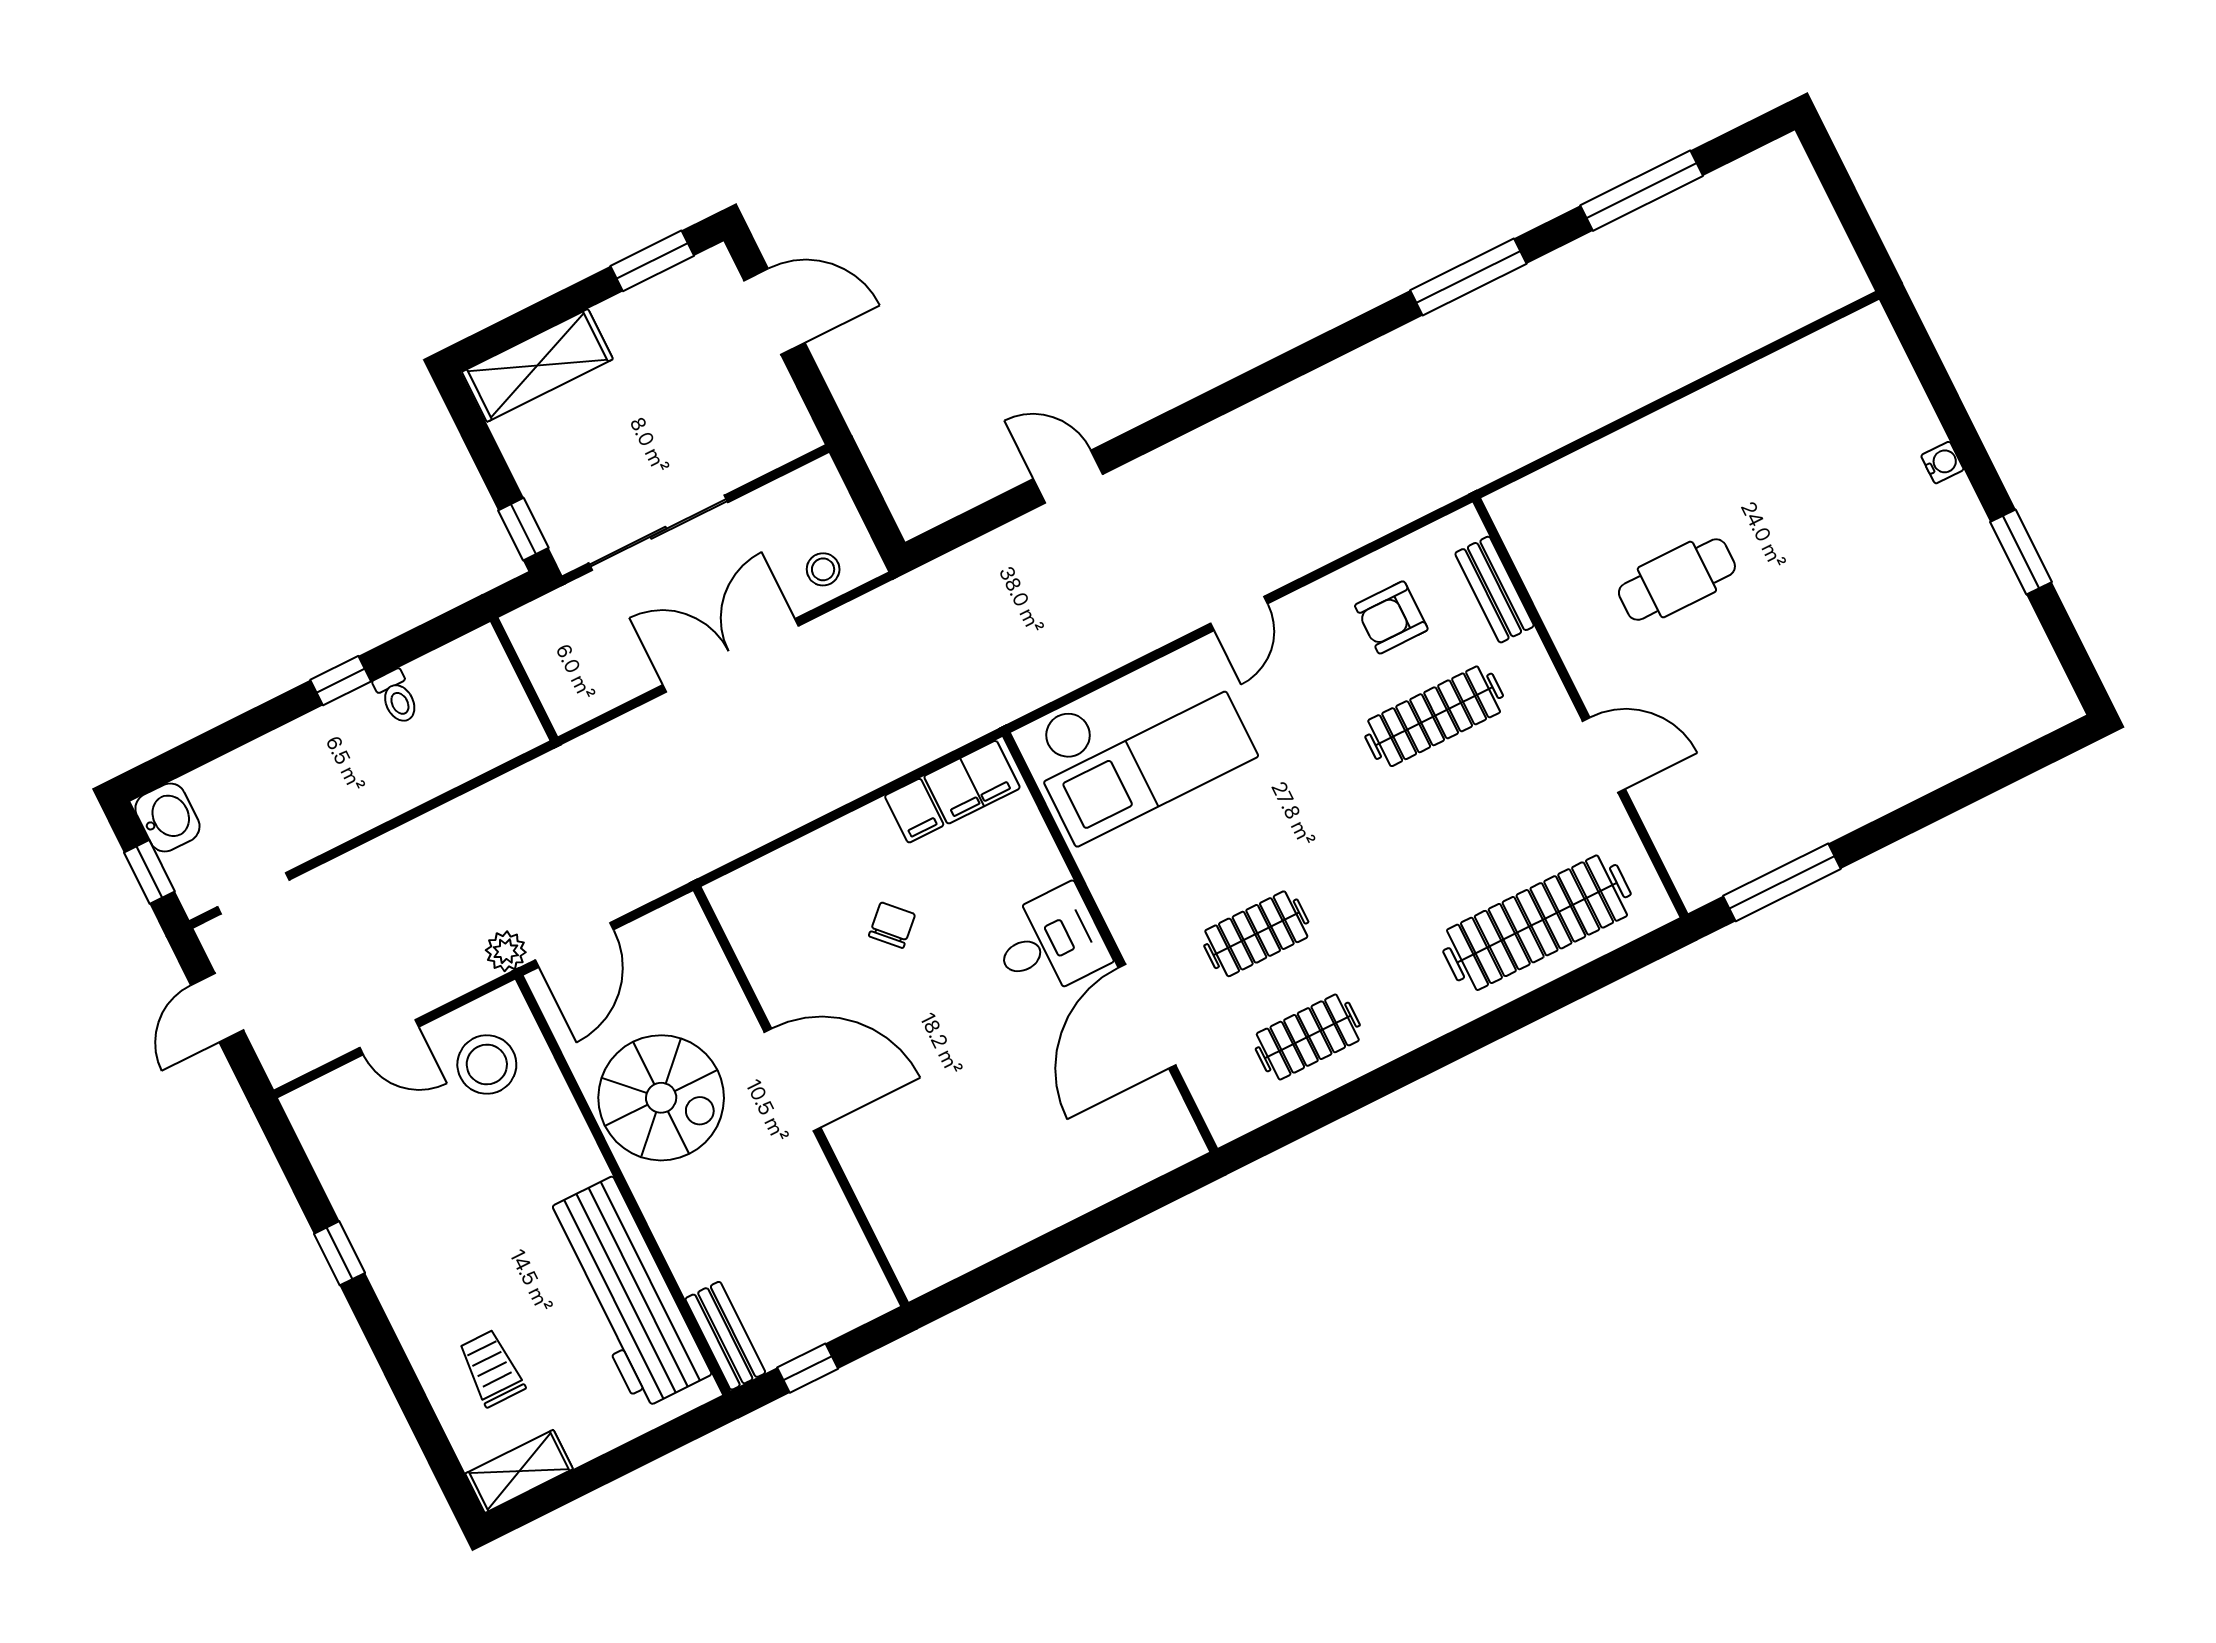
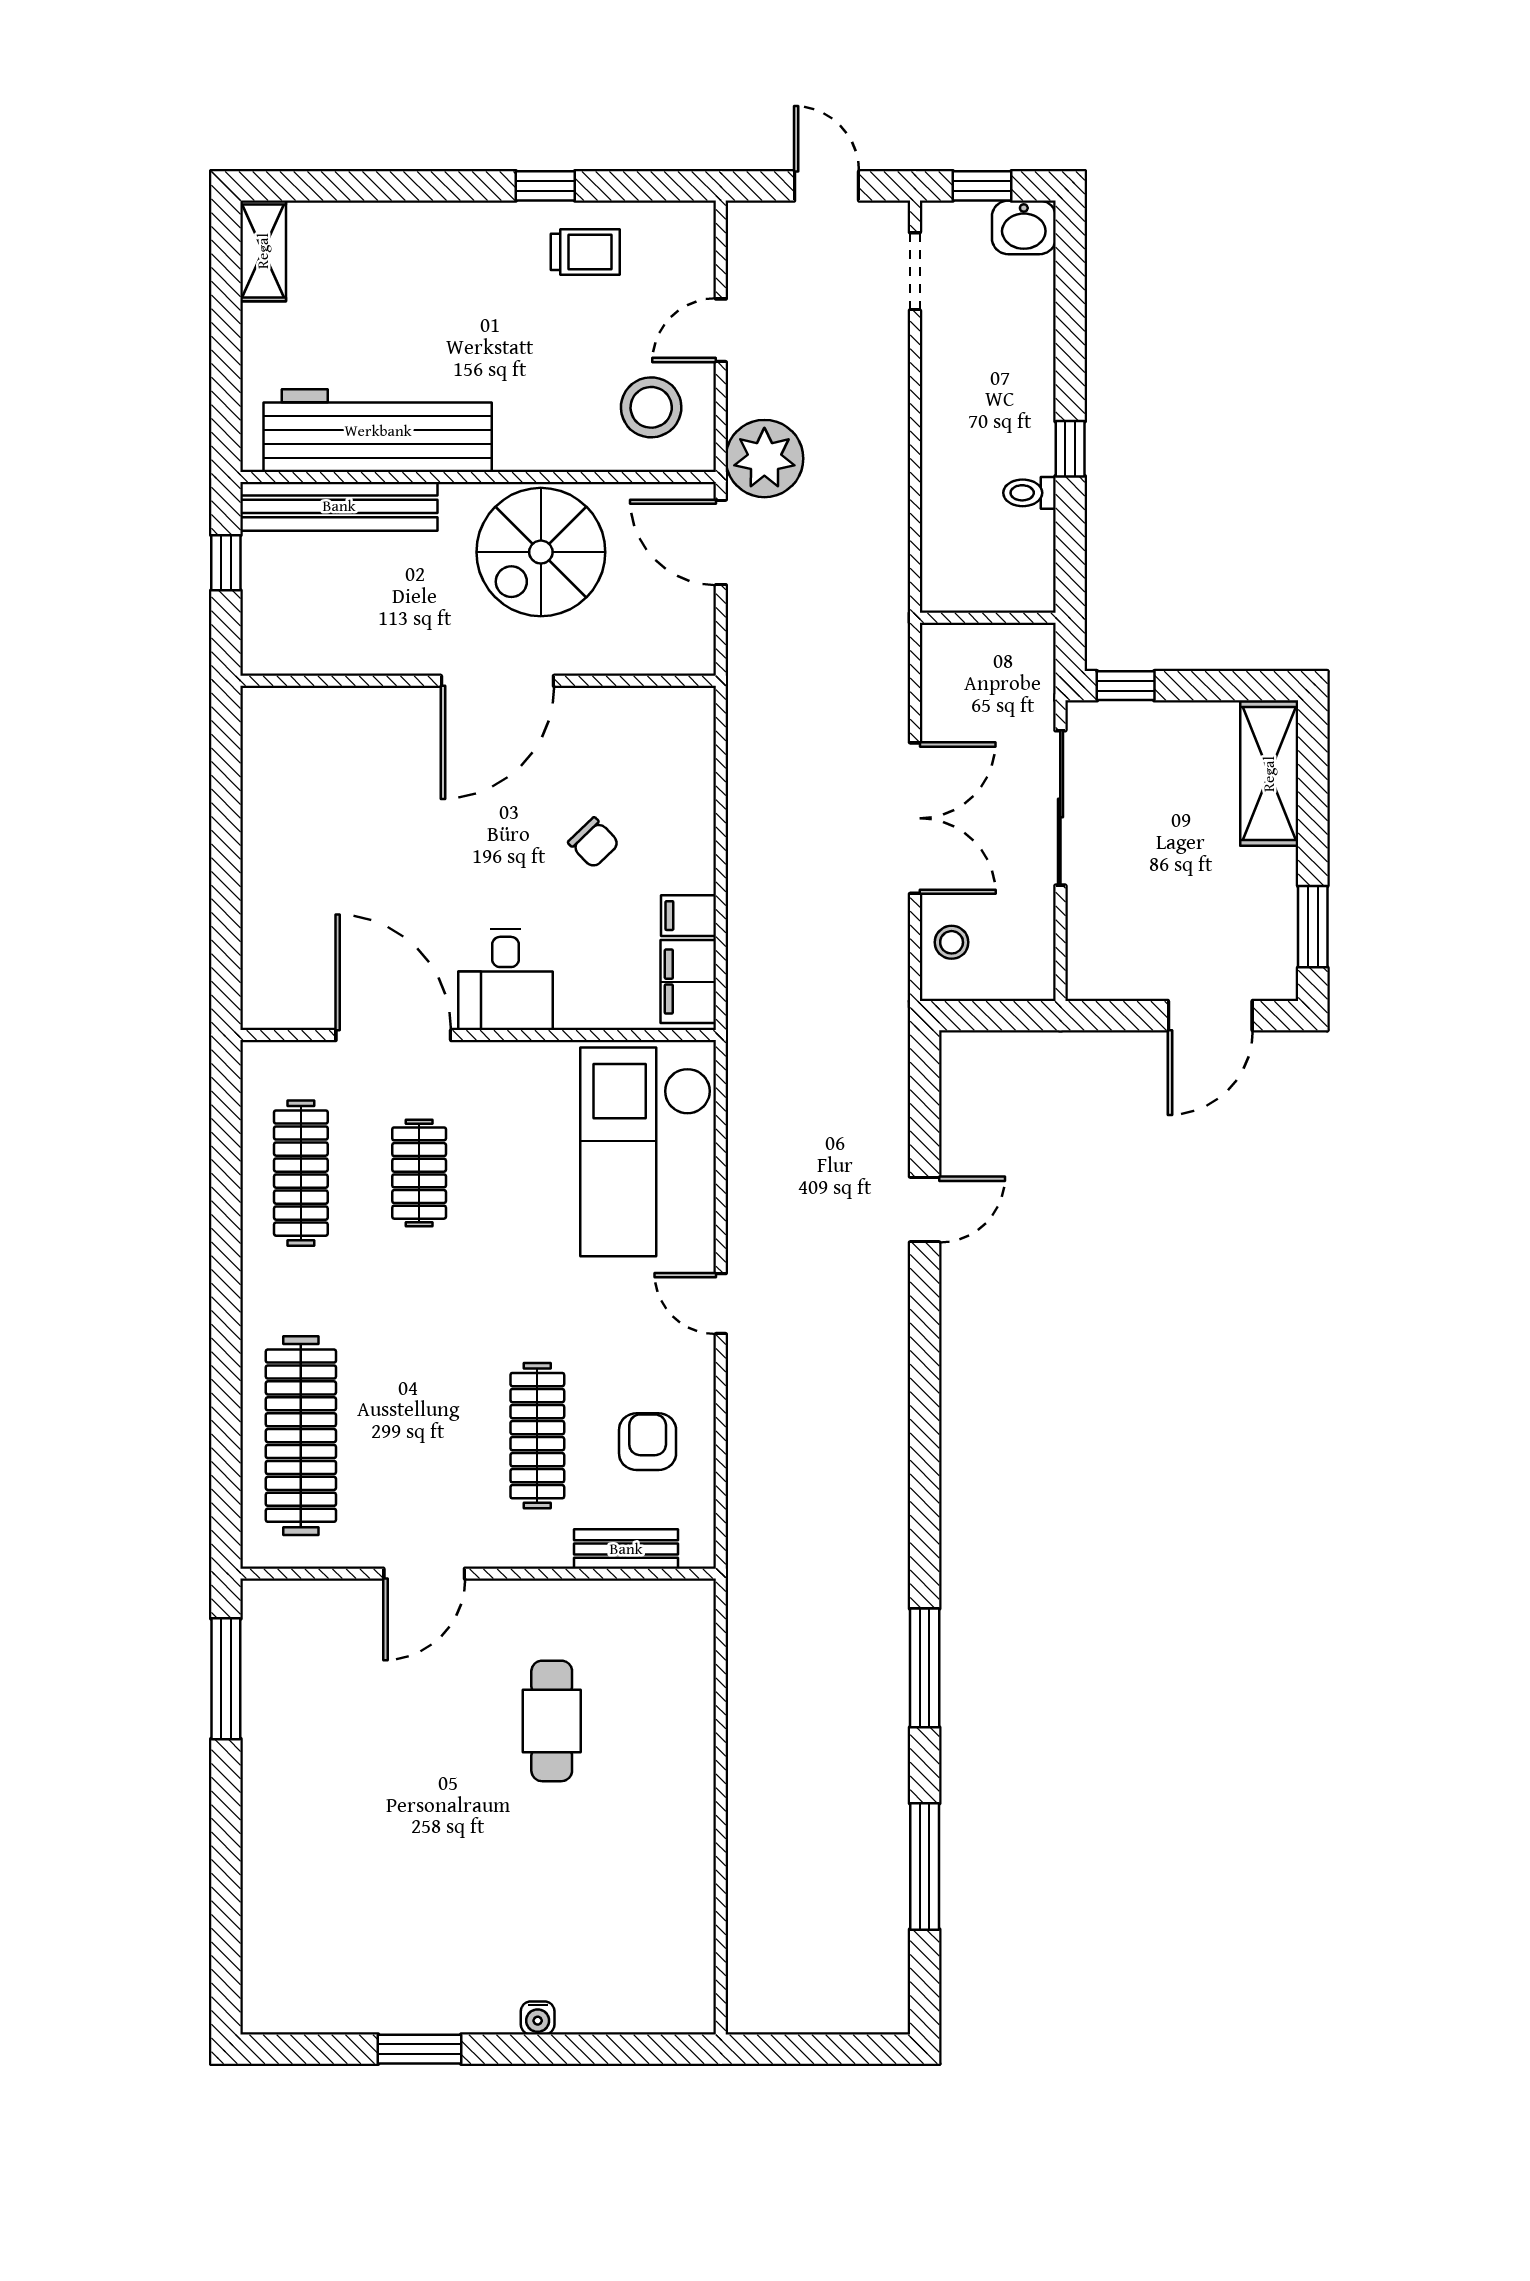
plant: (506, 951) -> (764, 459), width x1.87, depth x1.87
clothes rail: (1308, 1037) -> (301, 1173), width x1.36
bench: (725, 1336) -> (339, 506), width x1.86, depth x1.21
trolley: (492, 1368) -> (585, 252), moved

